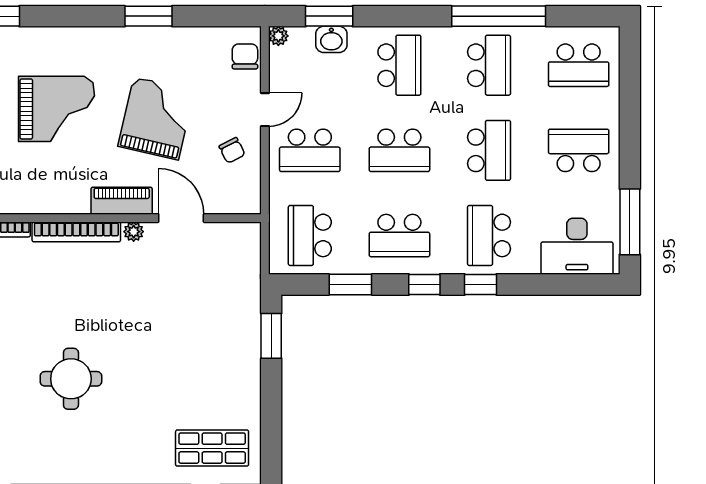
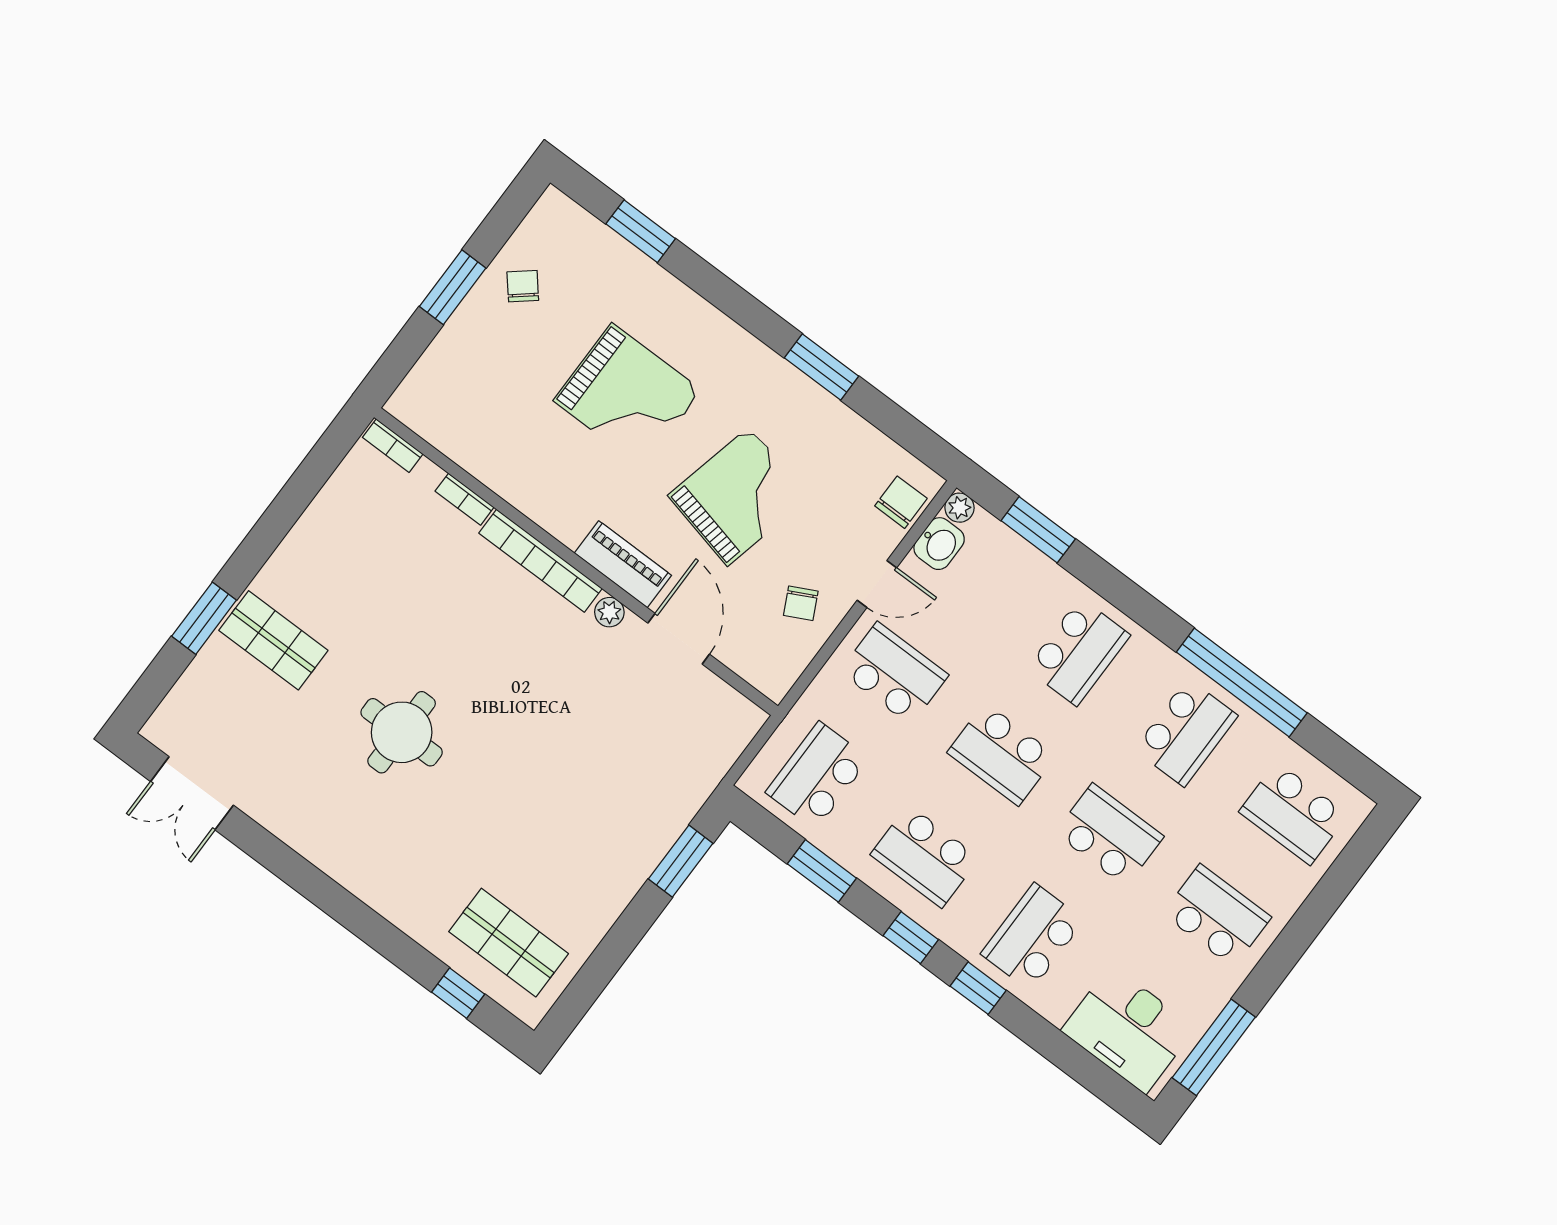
washbasin: (331, 39) -> (939, 544), moved, turned -90
school desk: (310, 150) -> (894, 673), turned 180
school desk: (489, 150) -> (1109, 835), turned -90

